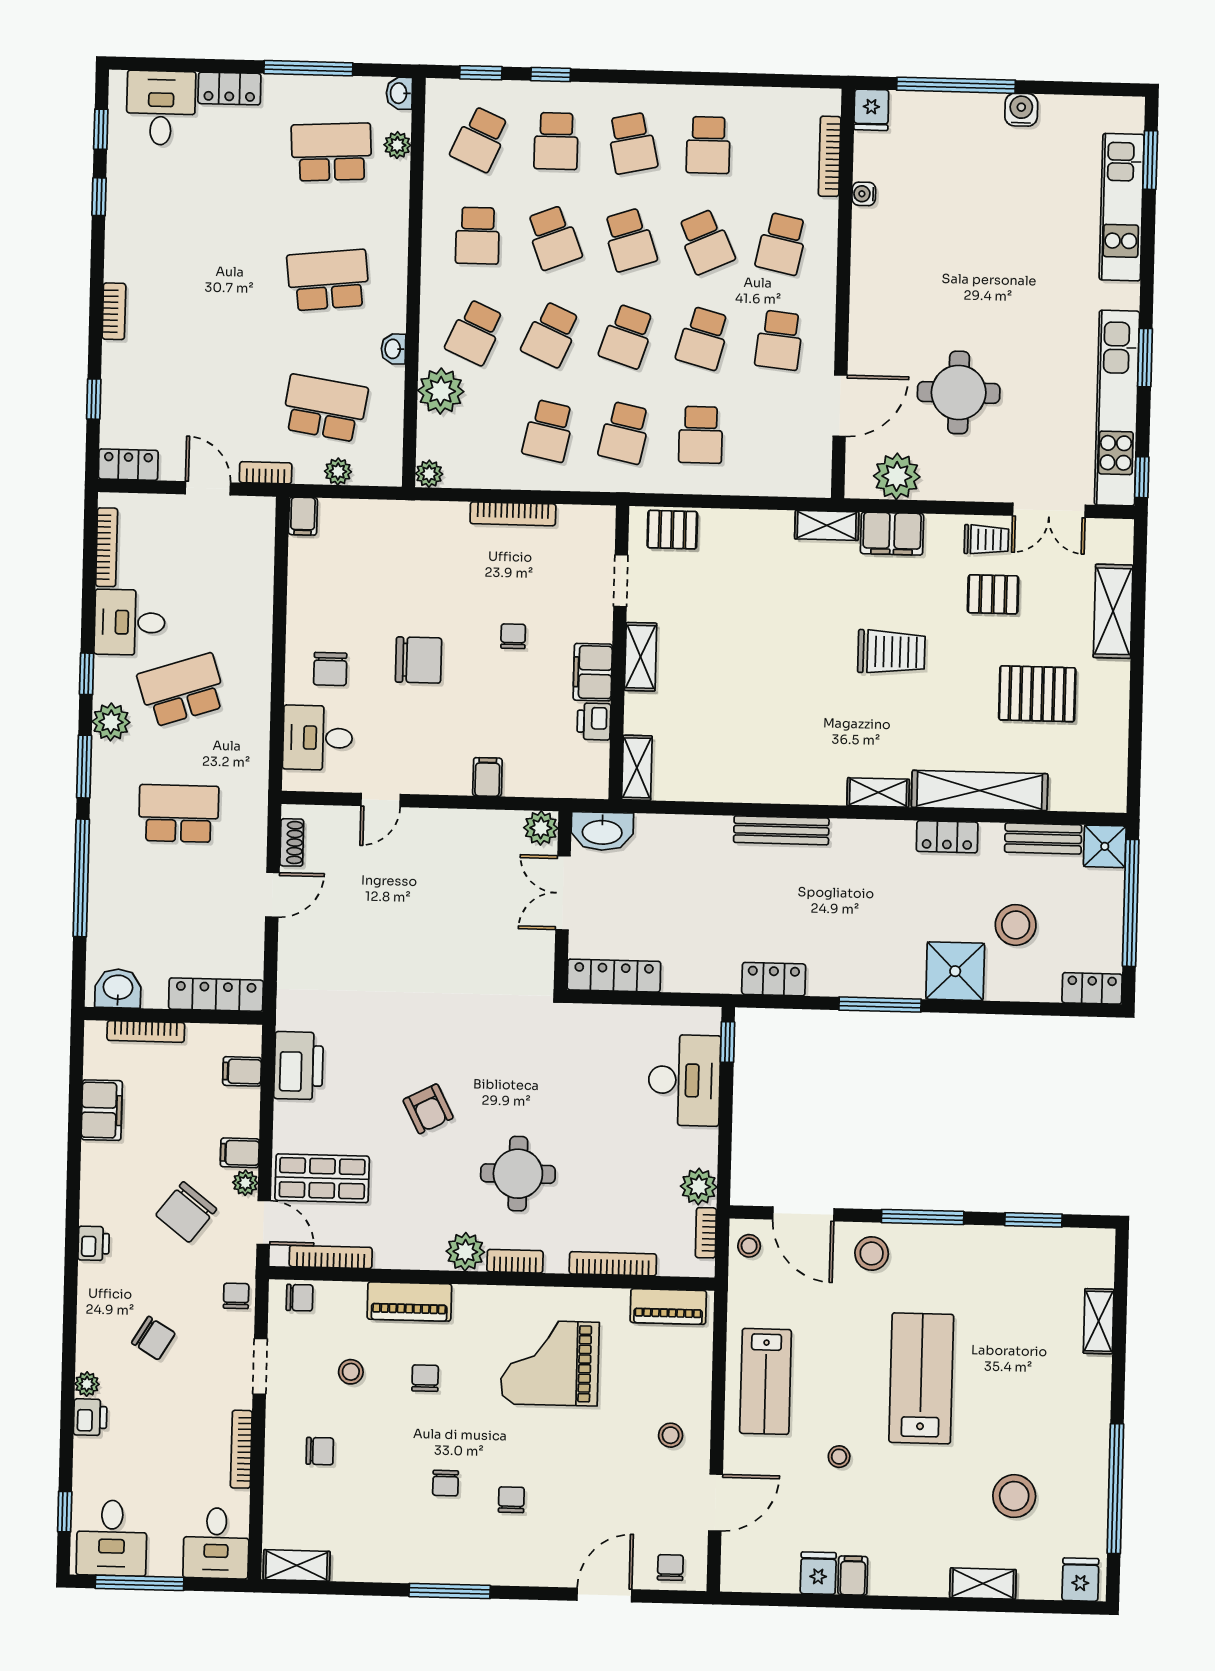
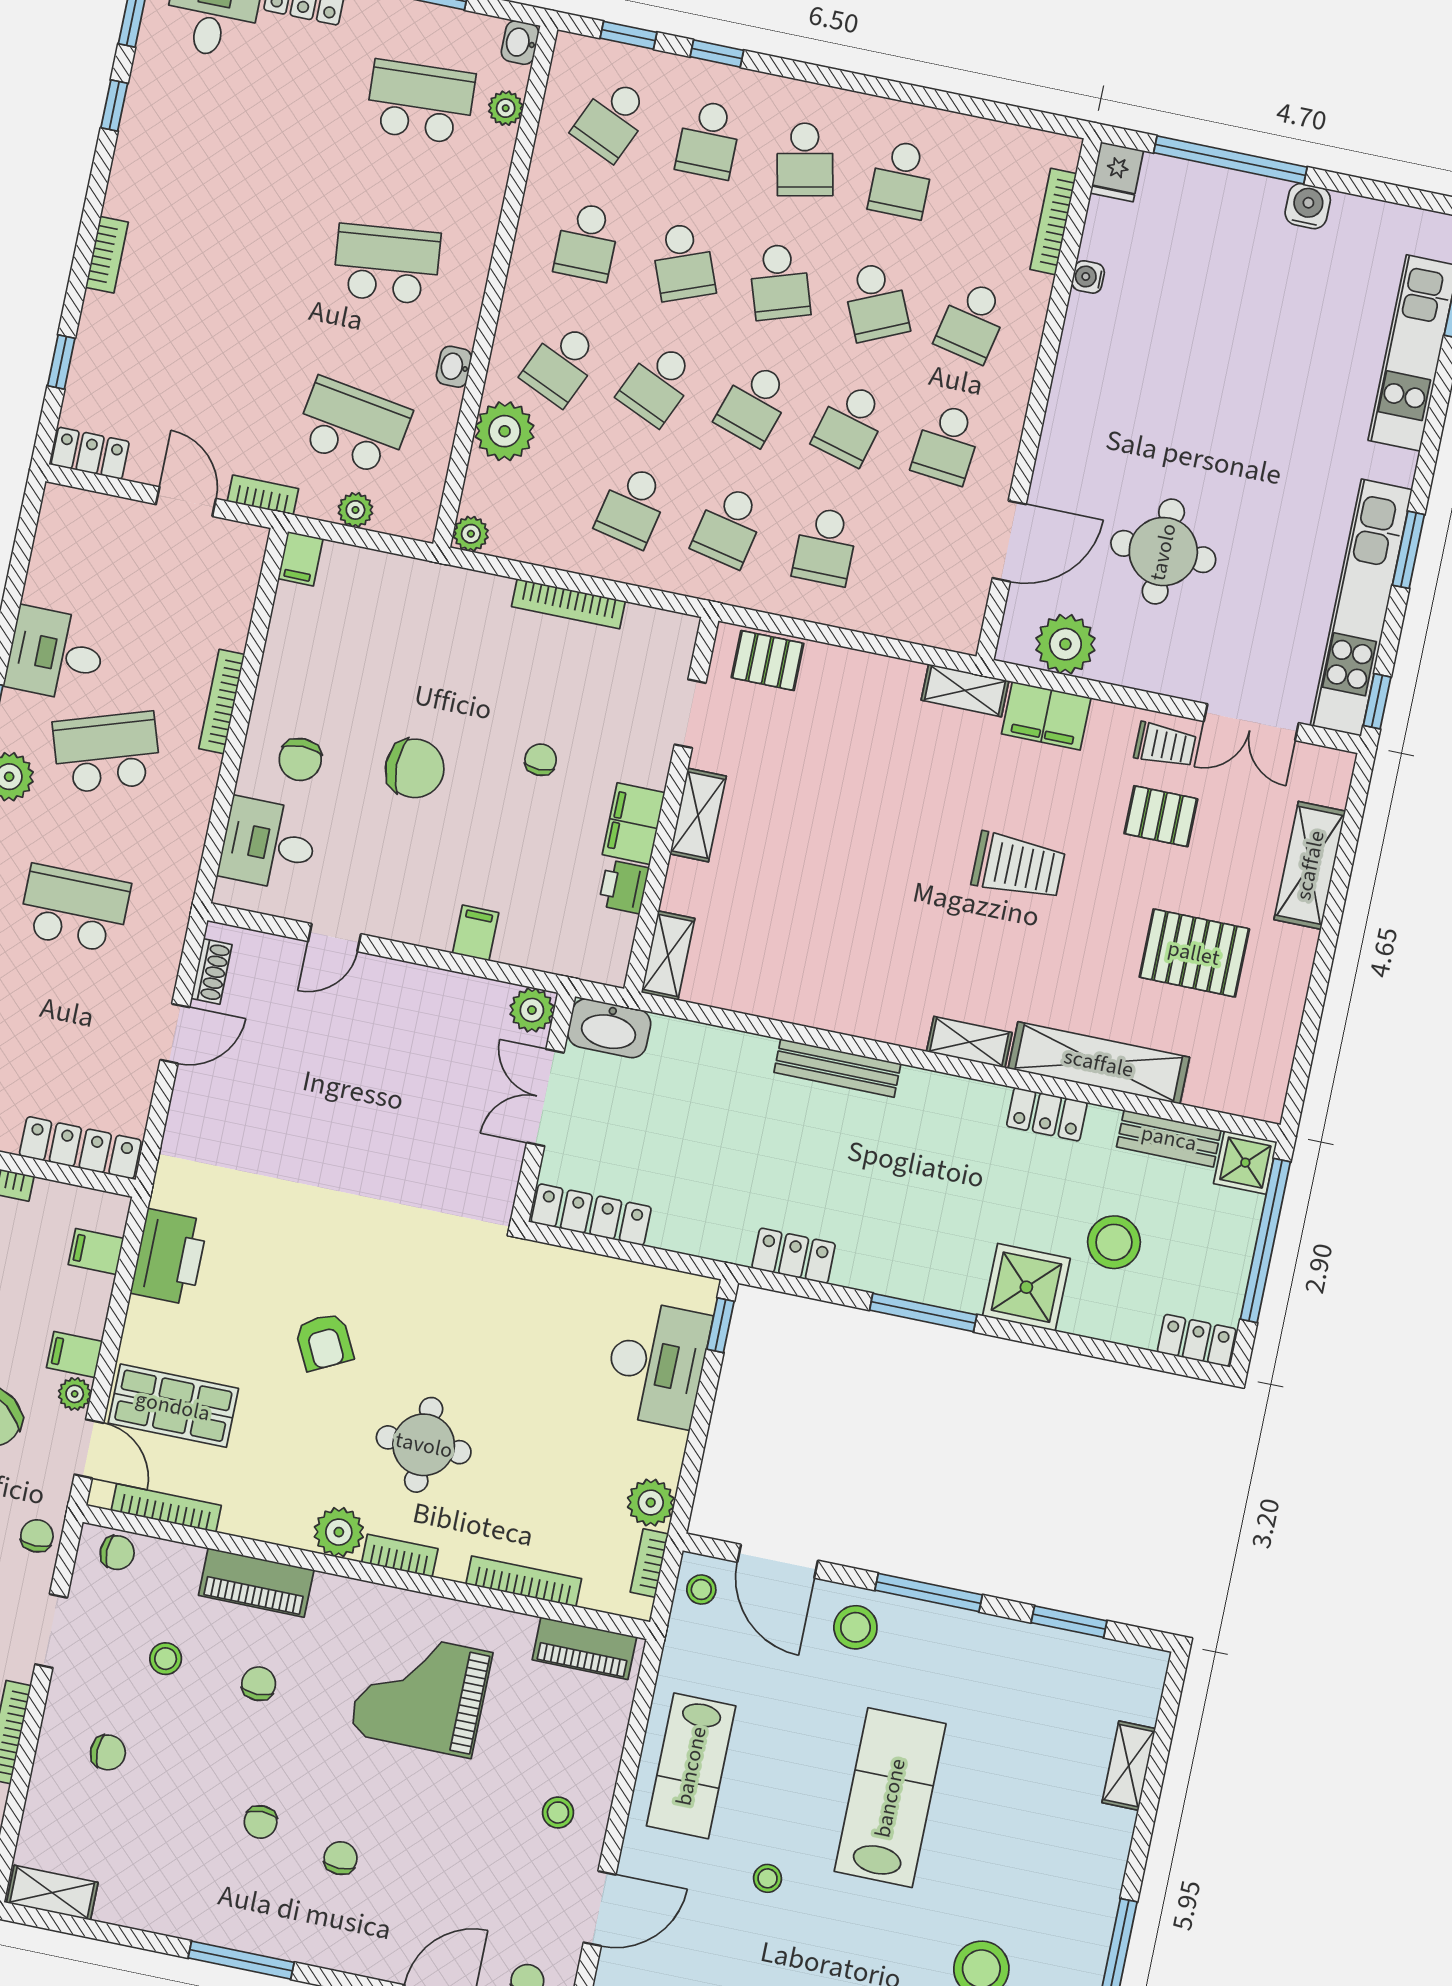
bookcase: (107, 547) -> (222, 702), moved, turned 180

